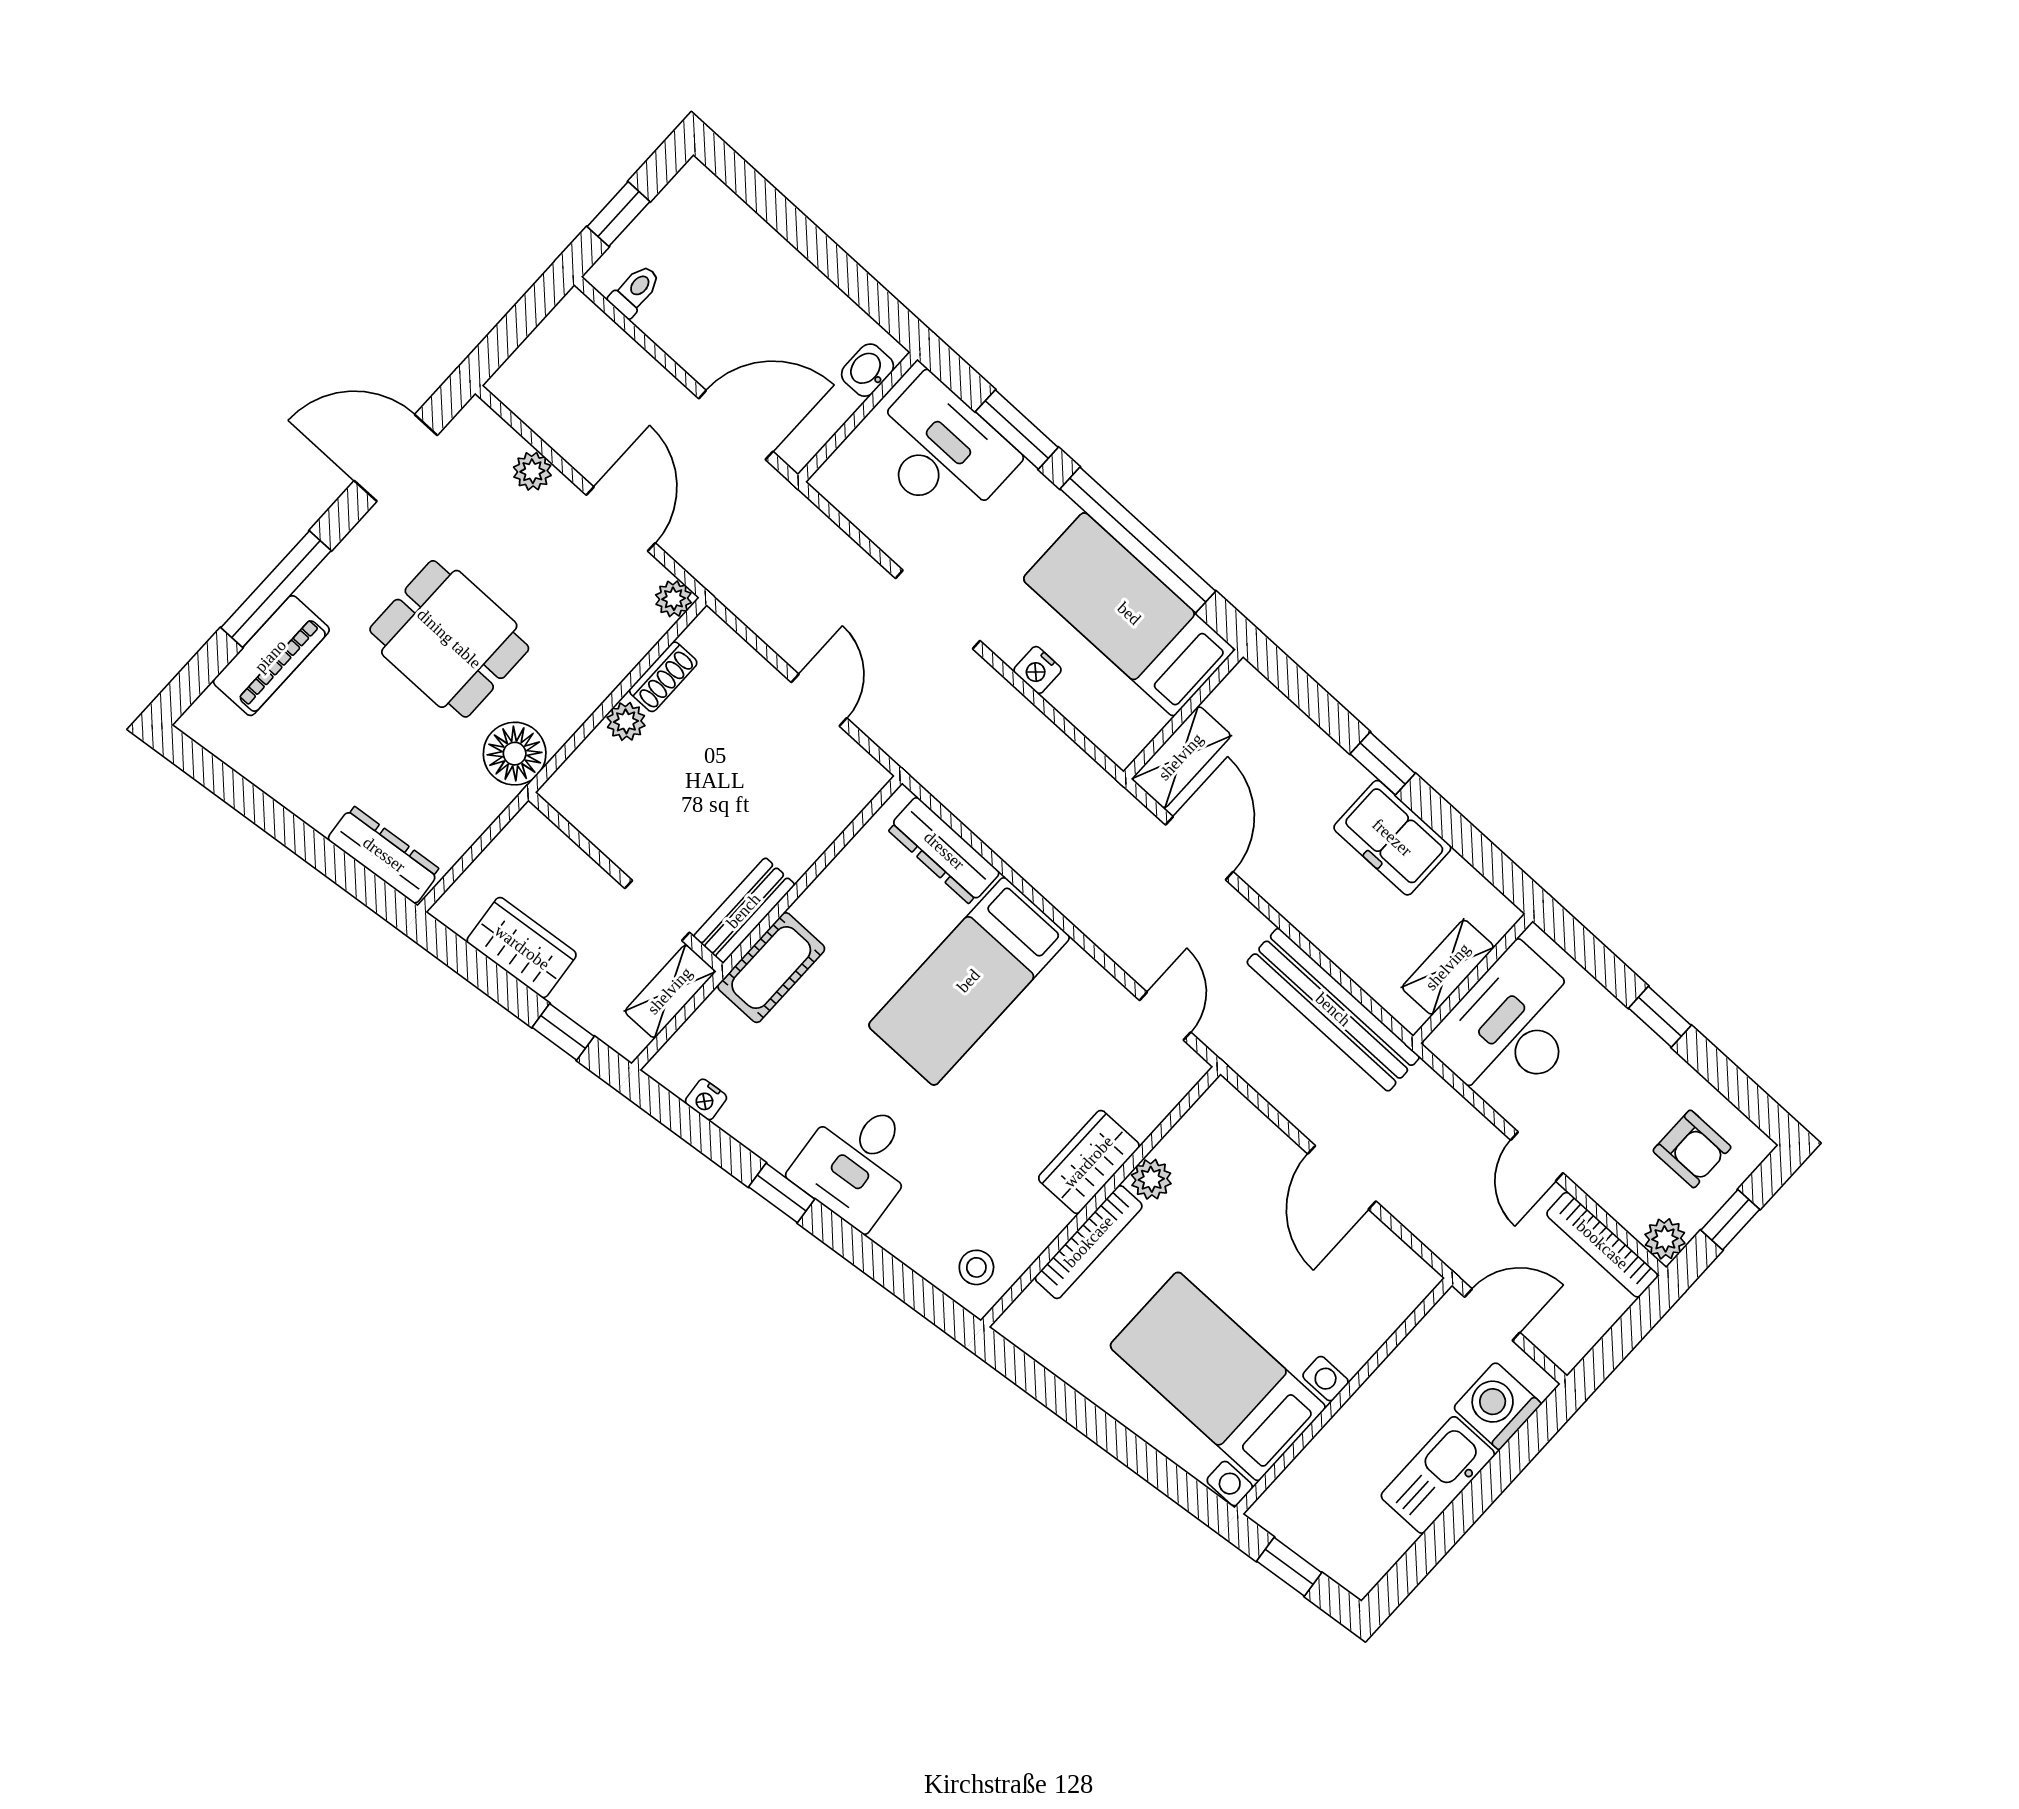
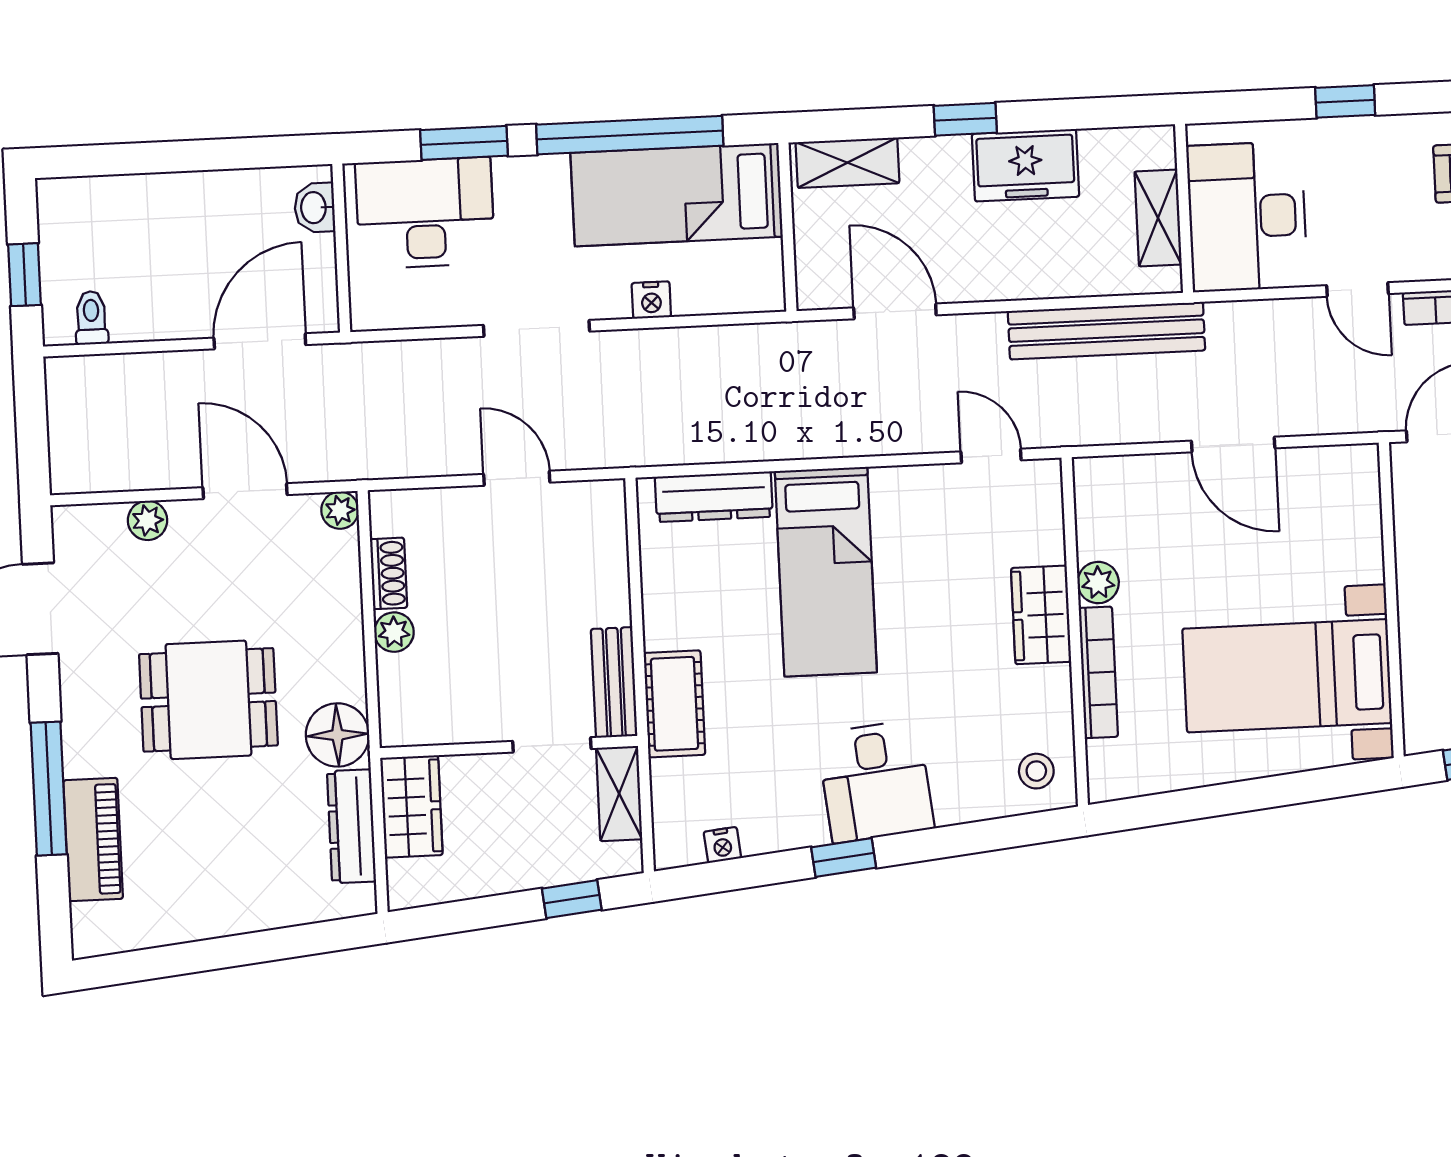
shelving: (1181, 757) -> (847, 163), moved, turned 90
dresser: (384, 855) -> (351, 826), moved, turned -84
wardrobe: (522, 948) -> (411, 806), moved, turned 96

